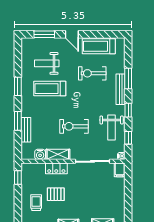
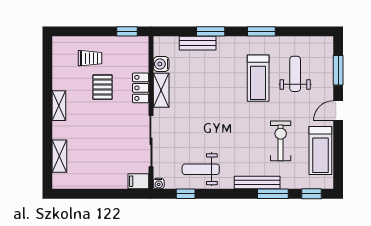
treadmill: (99, 46) -> (320, 150), turned 180
treadmill: (50, 89) -> (258, 78), turned 180
window: (128, 110) -> (312, 194), moved
exercise bike: (74, 126) -> (202, 114), removed

